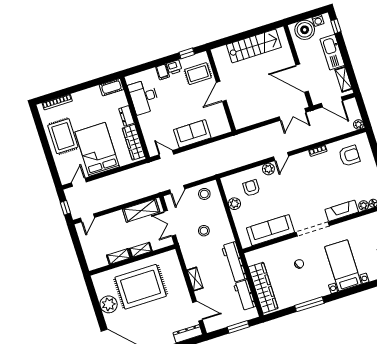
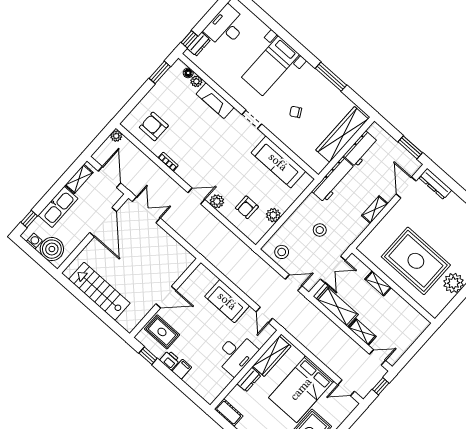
desk: (144, 97) -> (236, 354), moved
doorway: (313, 229) -> (252, 119), width x0.53
shelving: (119, 257) -> (362, 332), moved
window: (238, 327) -> (410, 147), moved

